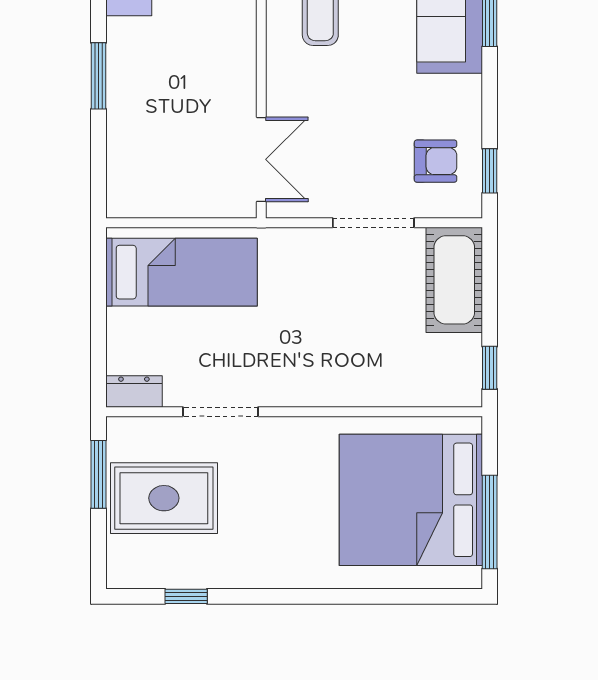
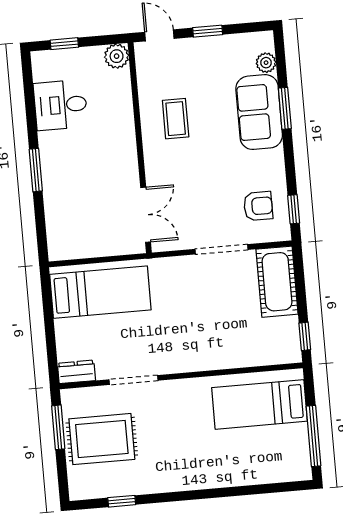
bed: (411, 500) -> (260, 404), width x0.49

